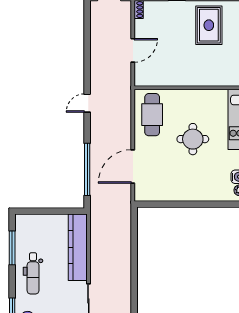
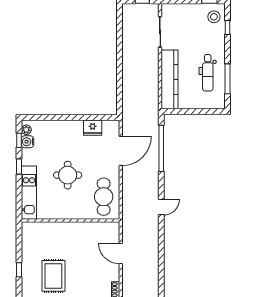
door: (133, 50) -> (121, 254), hinge flipped
fridge: (165, 193) -> (93, 128), added
dental chair: (33, 273) -> (208, 73), moved, turned 180

